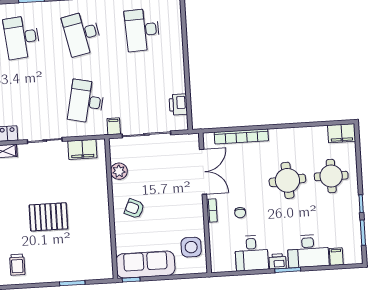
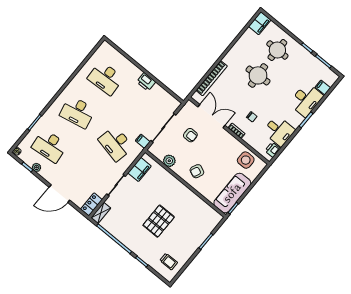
printer: (178, 104) -> (146, 82), moved
armchair: (164, 168) -> (190, 135), added
printer: (278, 261) -> (273, 150), moved

